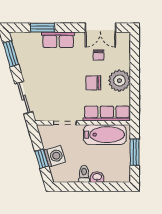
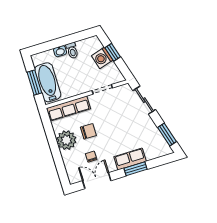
window: (42, 28) -> (135, 169), moved
bathtub: (105, 135) -> (48, 82), moved, turned 90

